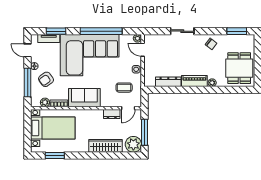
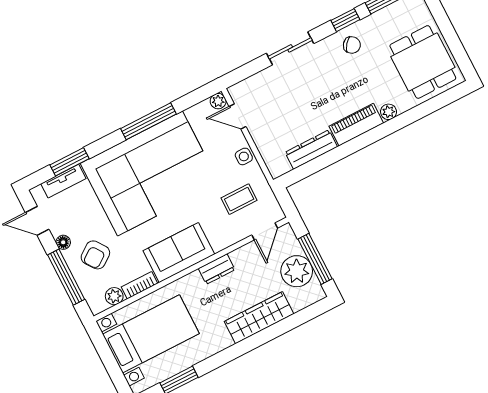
window: (101, 31) -> (148, 121), width x0.68
window: (214, 31) -> (345, 20), added
dresser: (112, 114) -> (217, 269), moved
plant: (133, 144) -> (297, 271), moved

